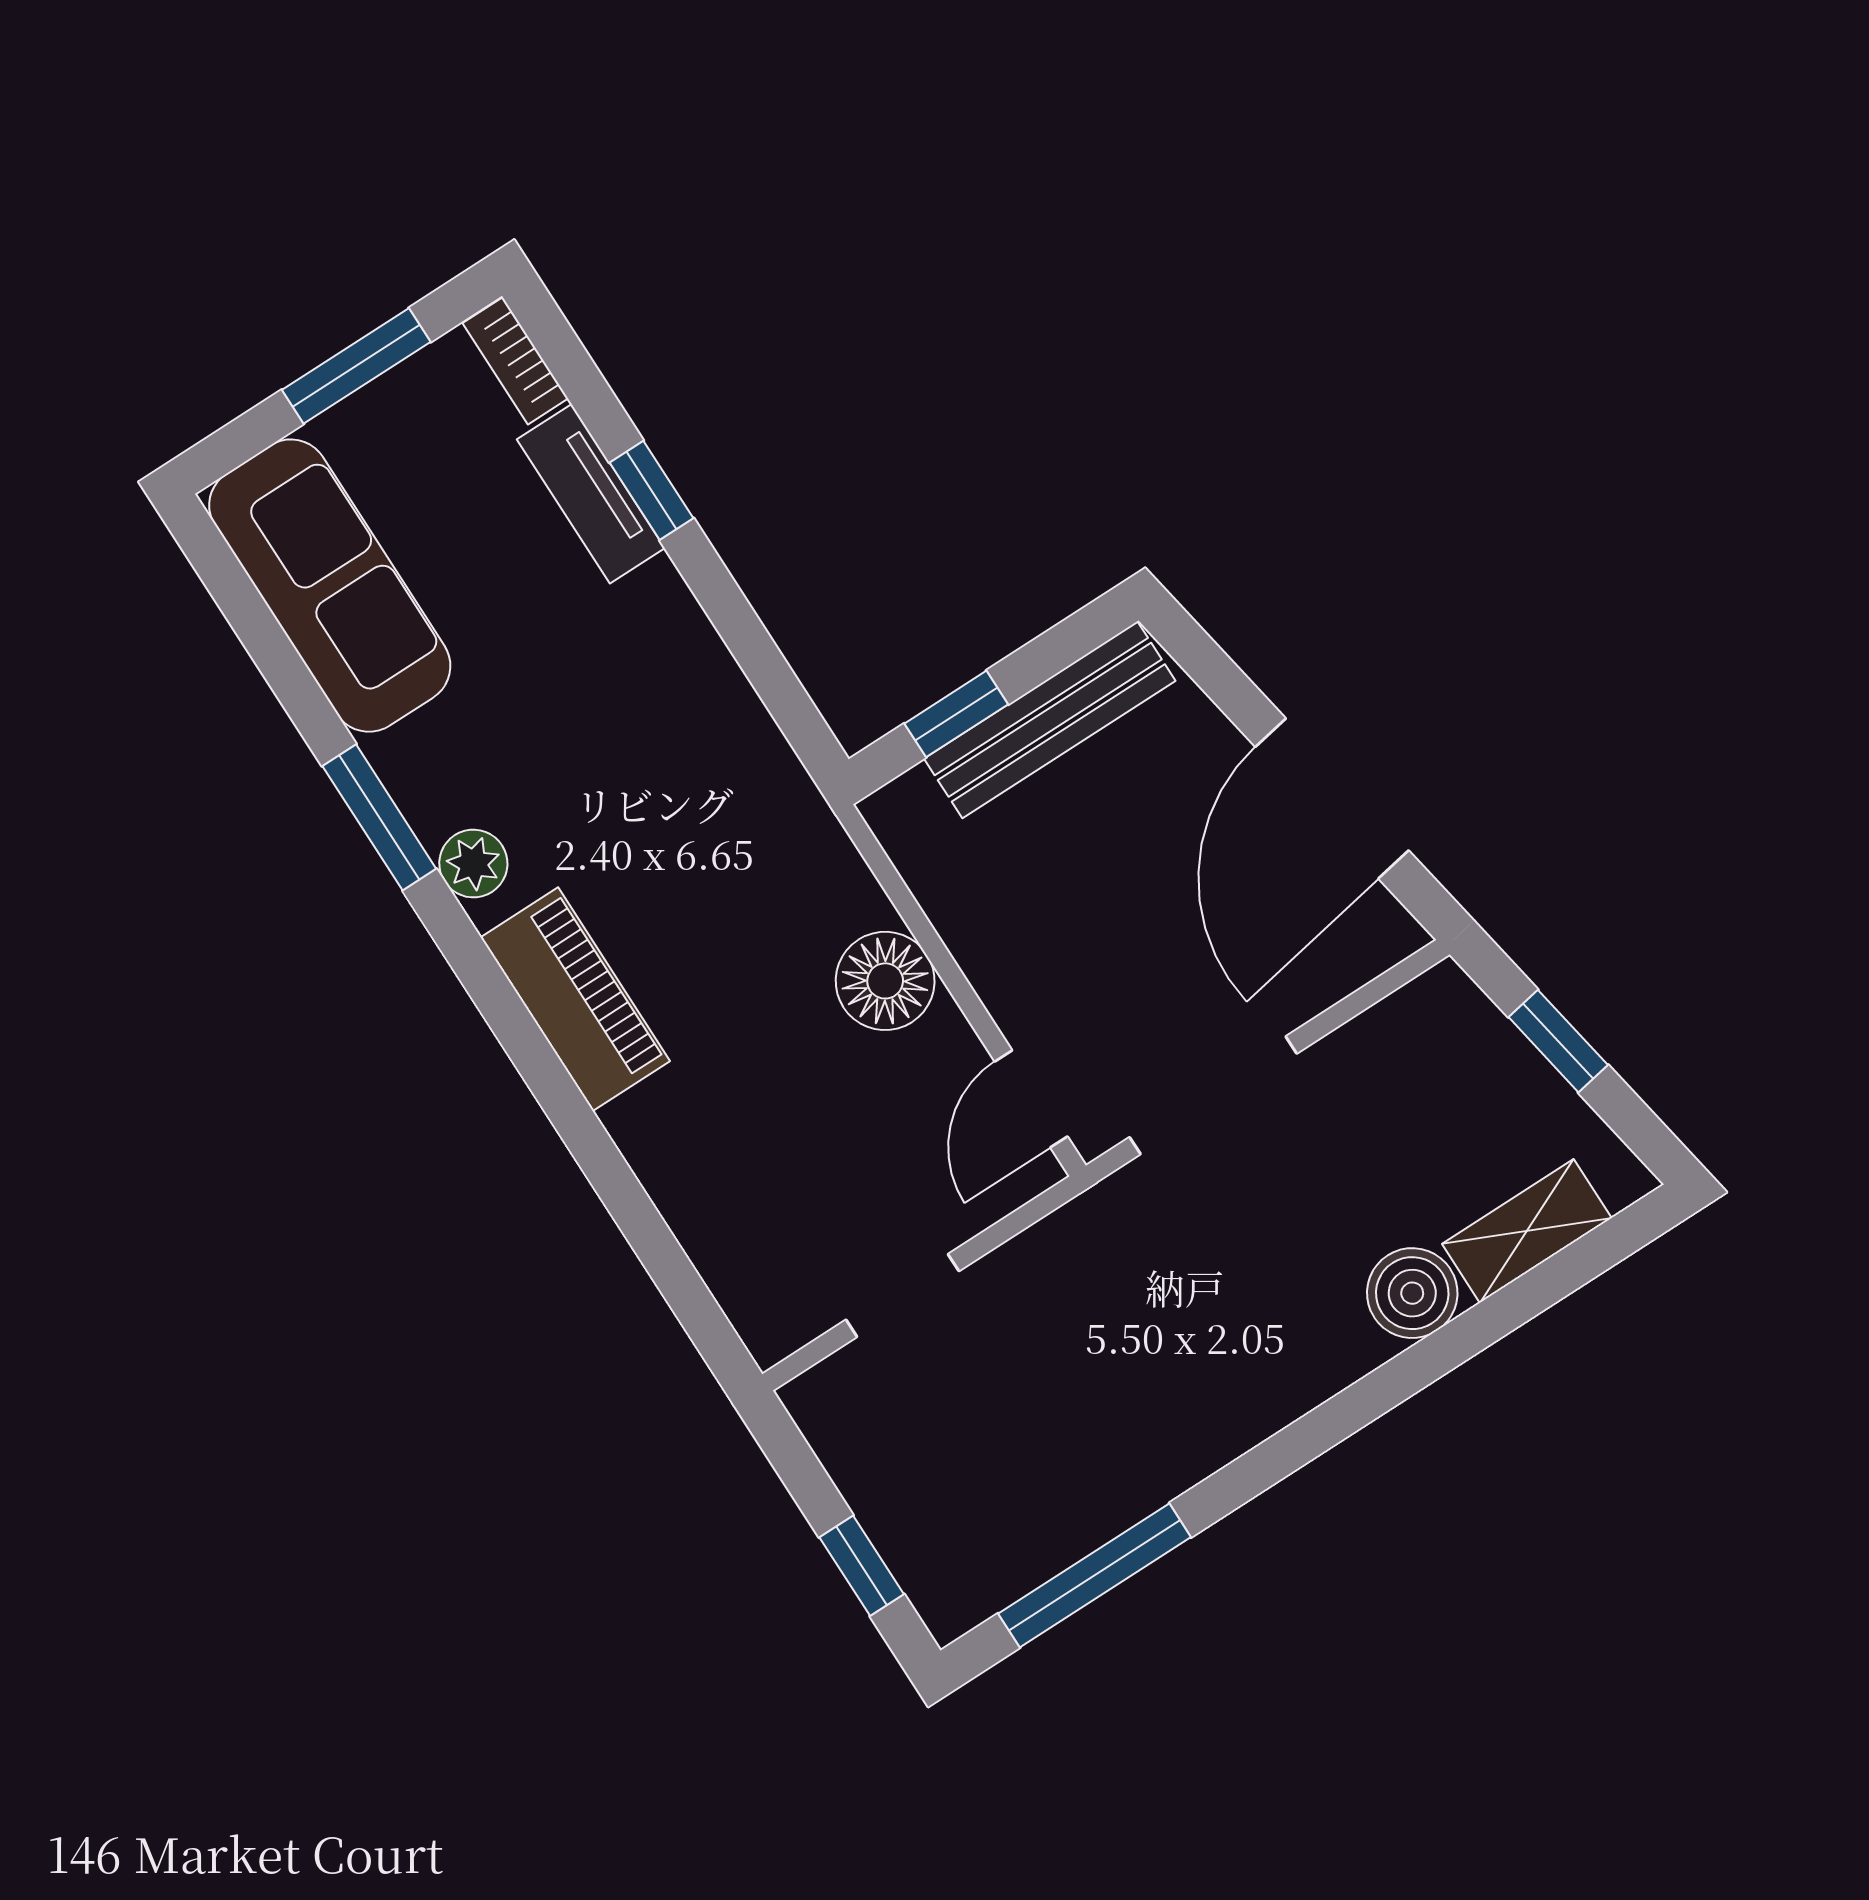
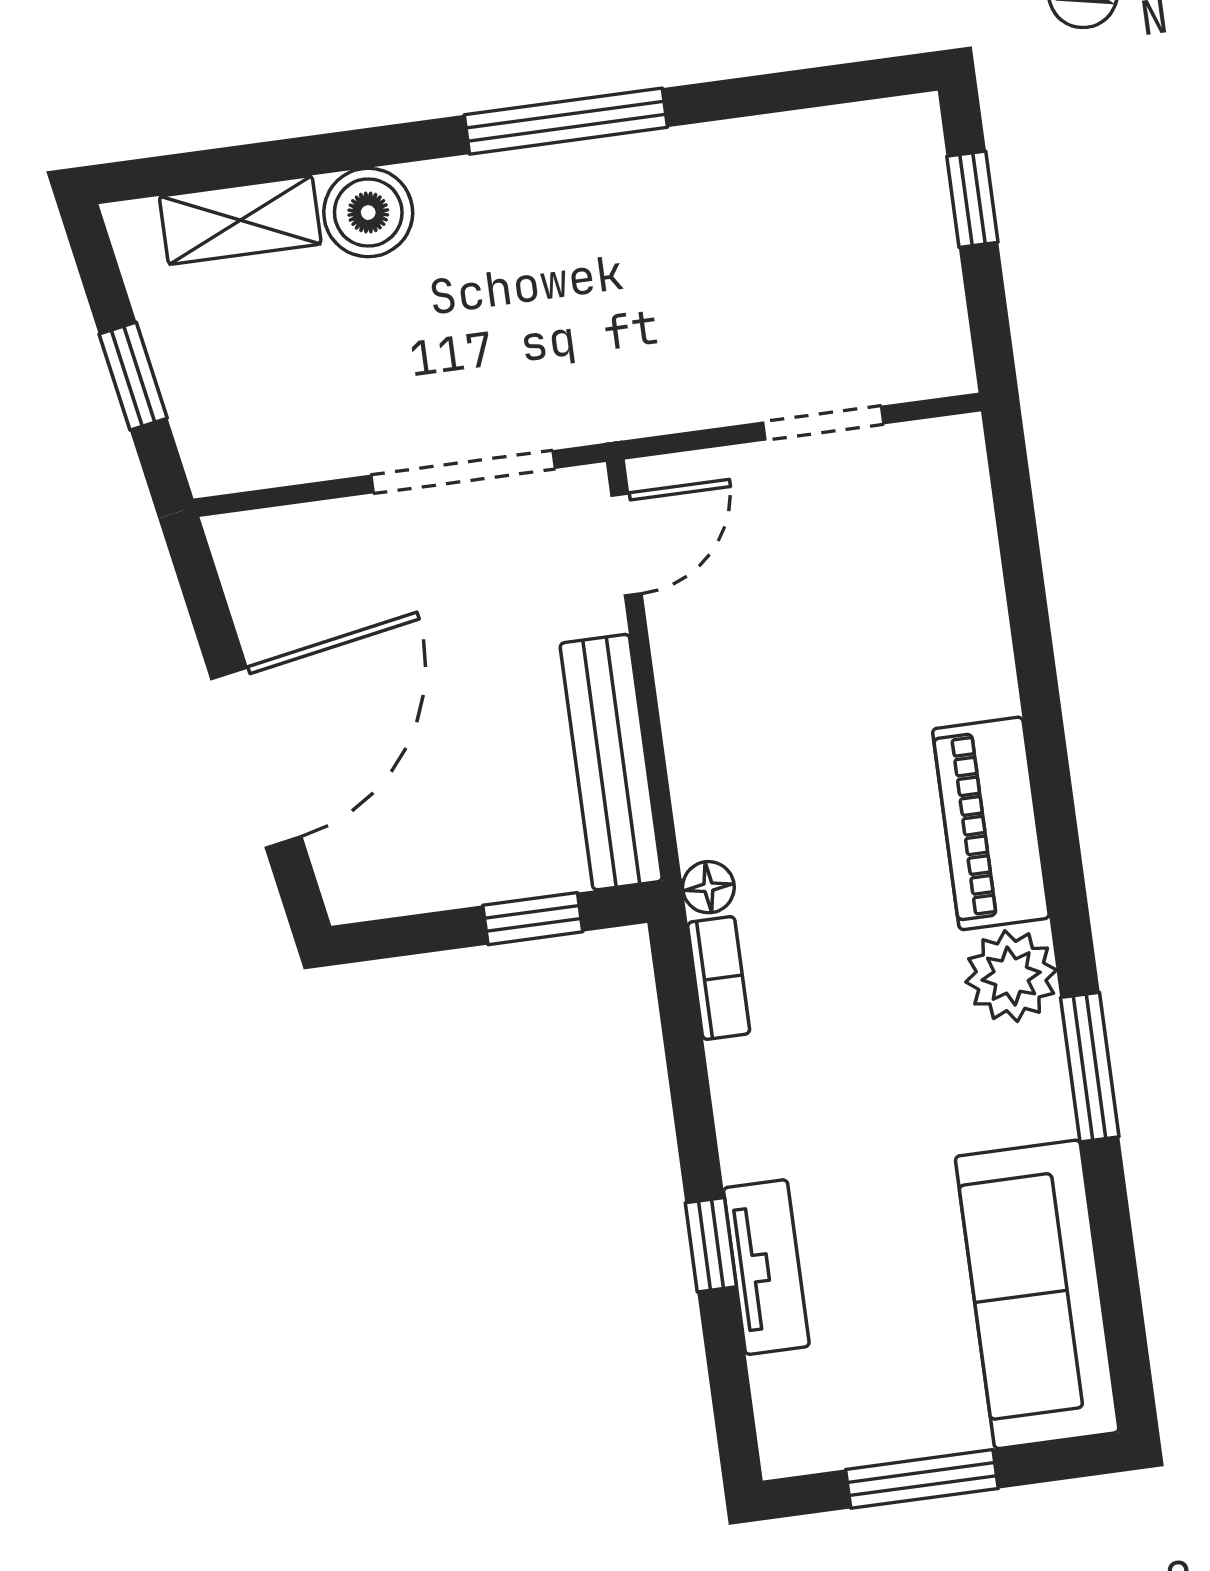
bookcase: (515, 361) -> (719, 978), moved
bench: (1050, 720) -> (611, 762), moved, turned 90
door: (1332, 799) -> (256, 758), moved
plant: (473, 864) -> (1011, 976), width x1.38, depth x1.38
floor lamp: (885, 981) -> (708, 887), moved, width x0.53, depth x0.53
window: (1095, 1575) -> (566, 121), moved

